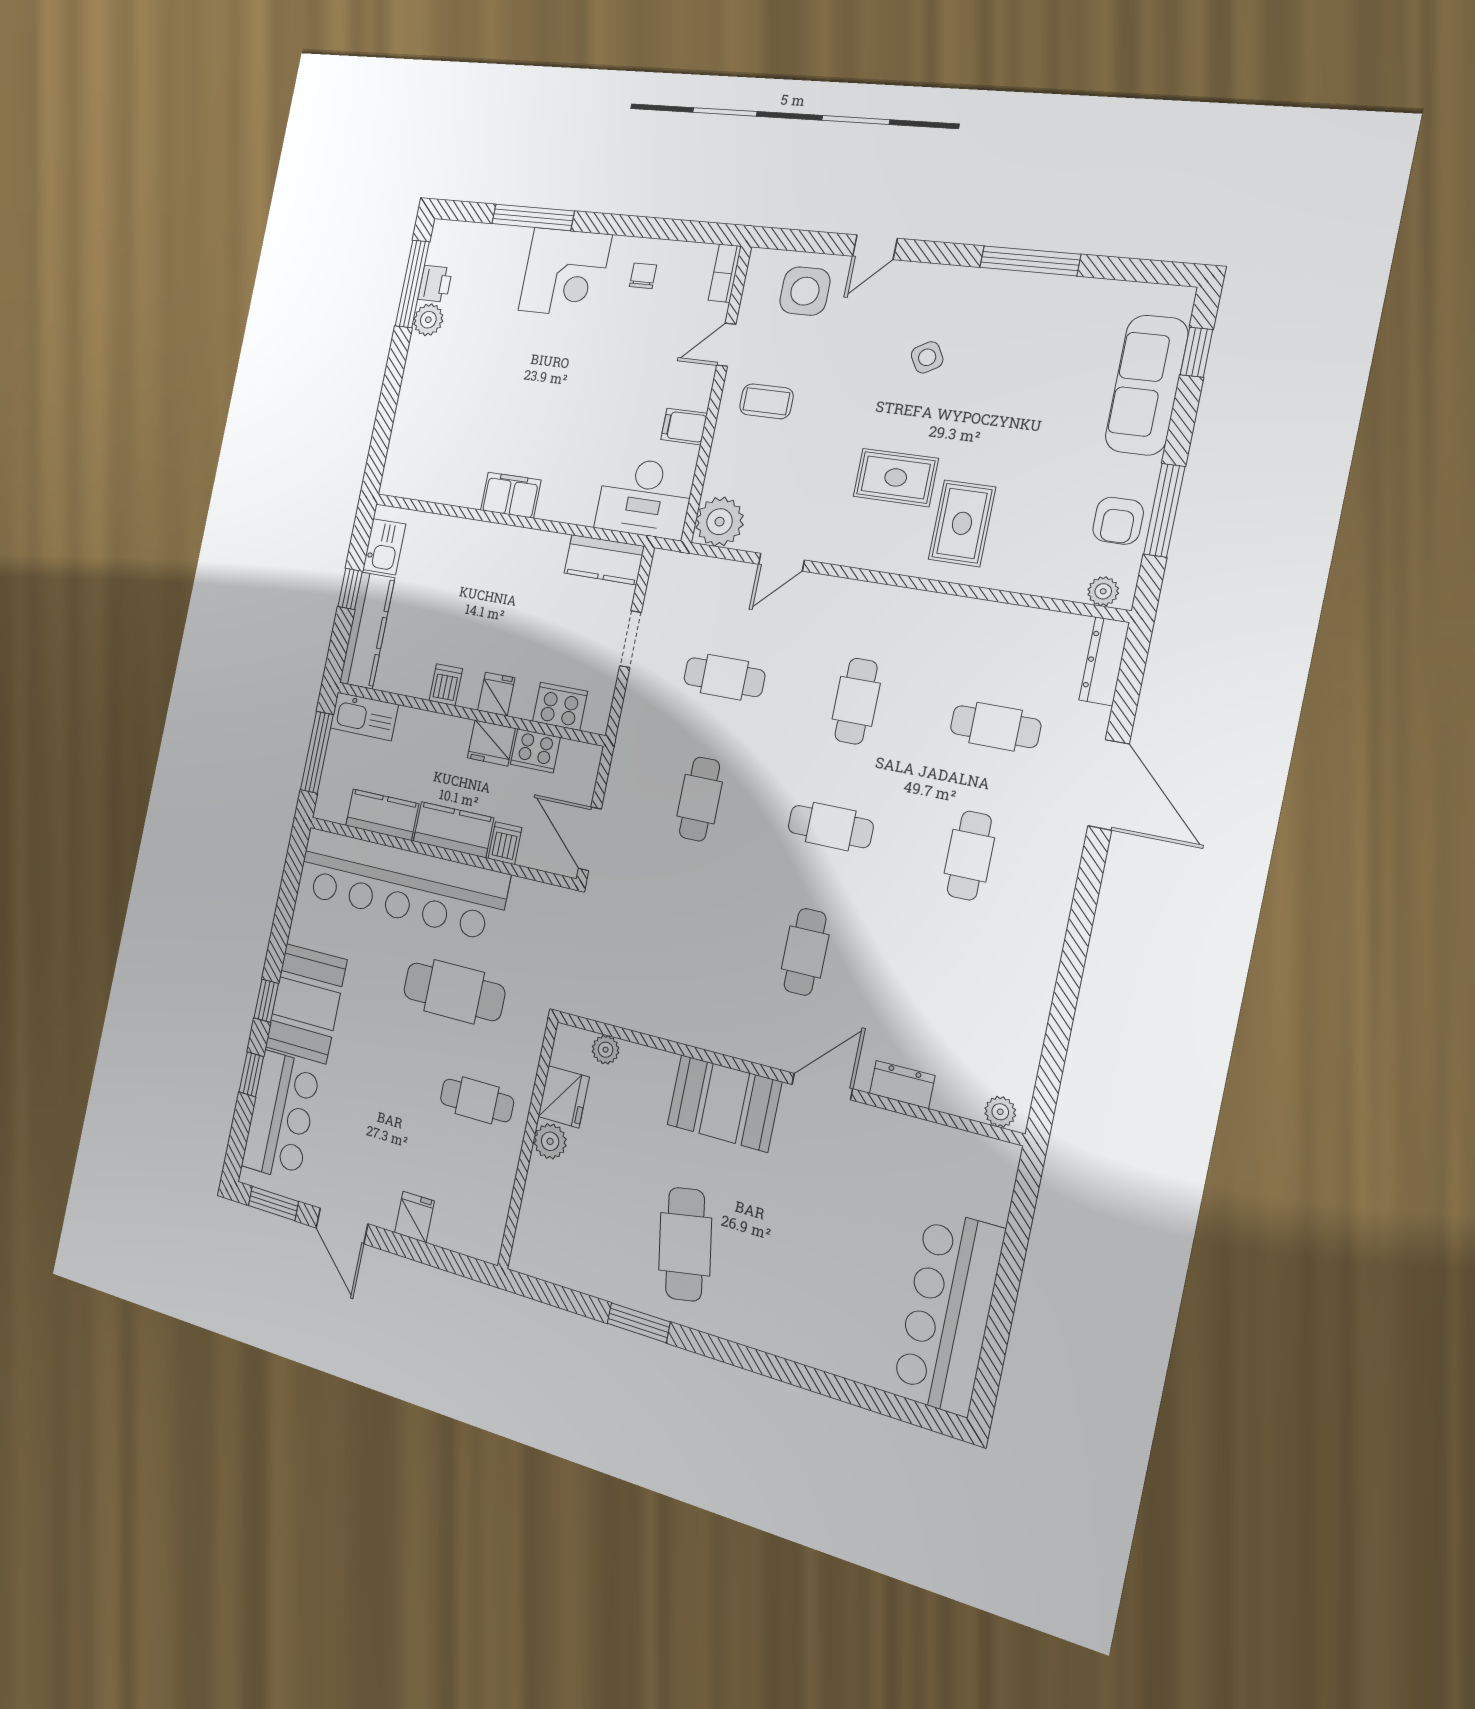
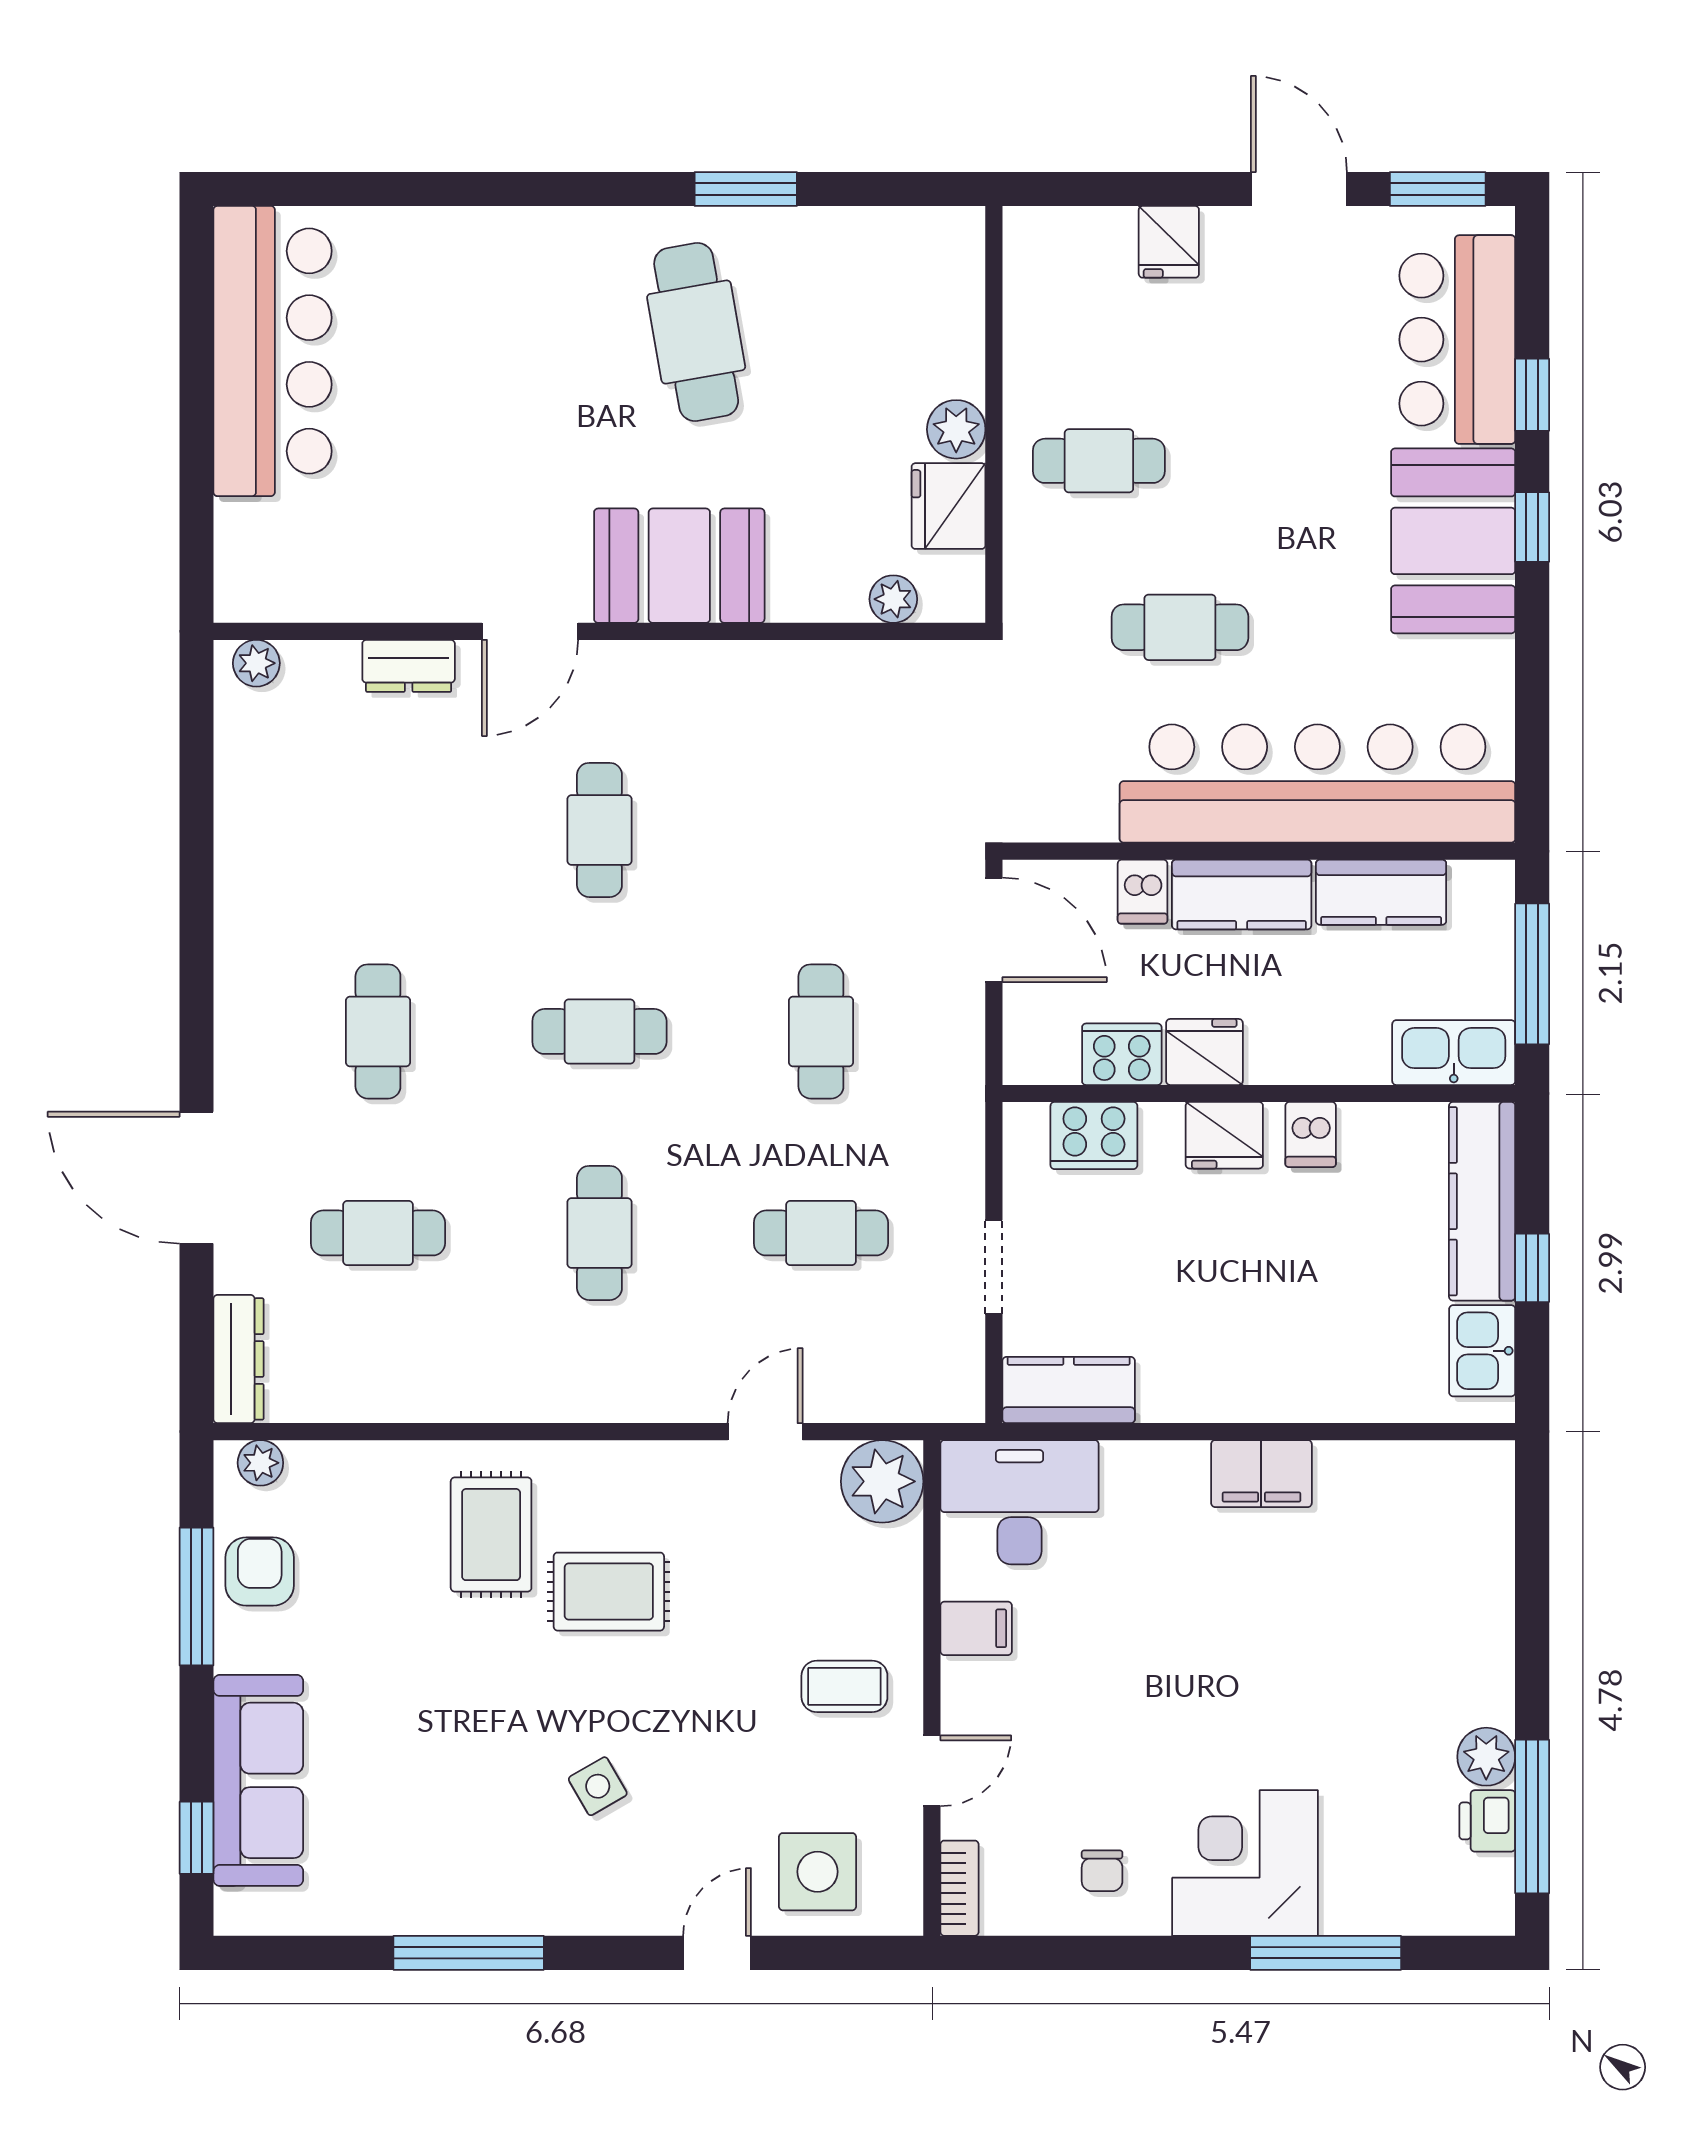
fridge: (496, 694) -> (1224, 1135), width x1.38
cafe table: (454, 992) -> (1180, 627), width x0.73, depth x0.74

